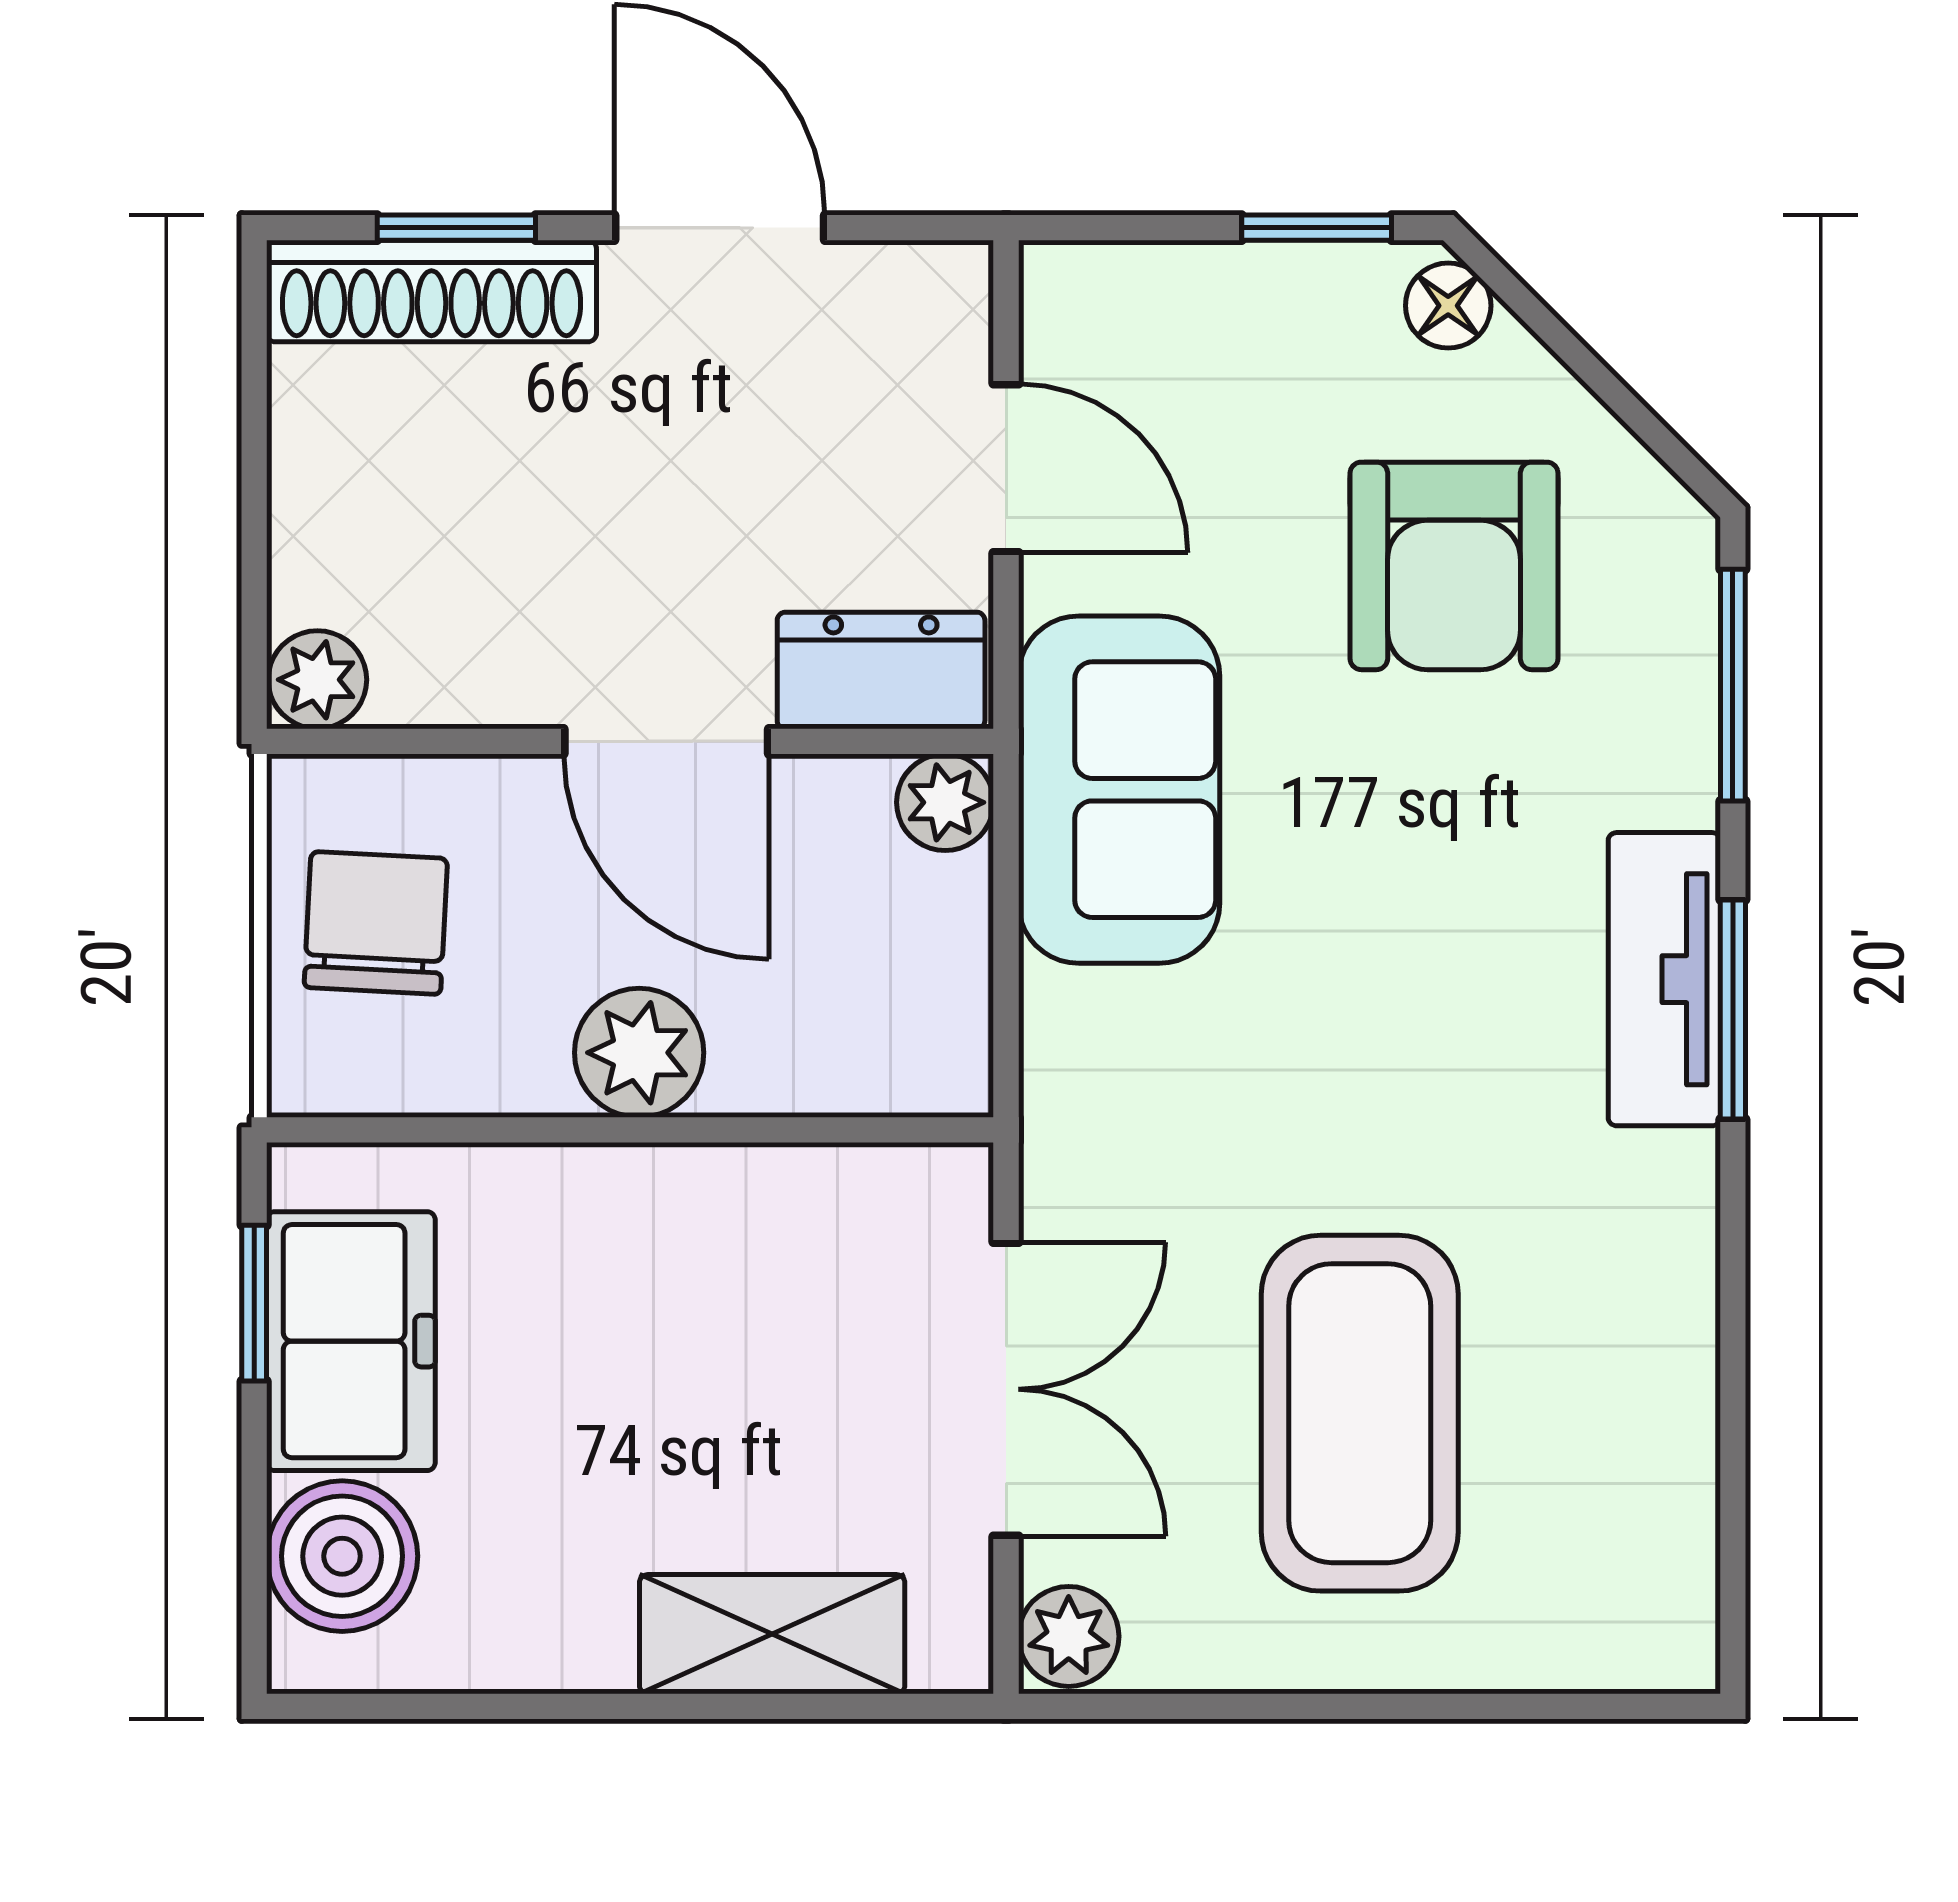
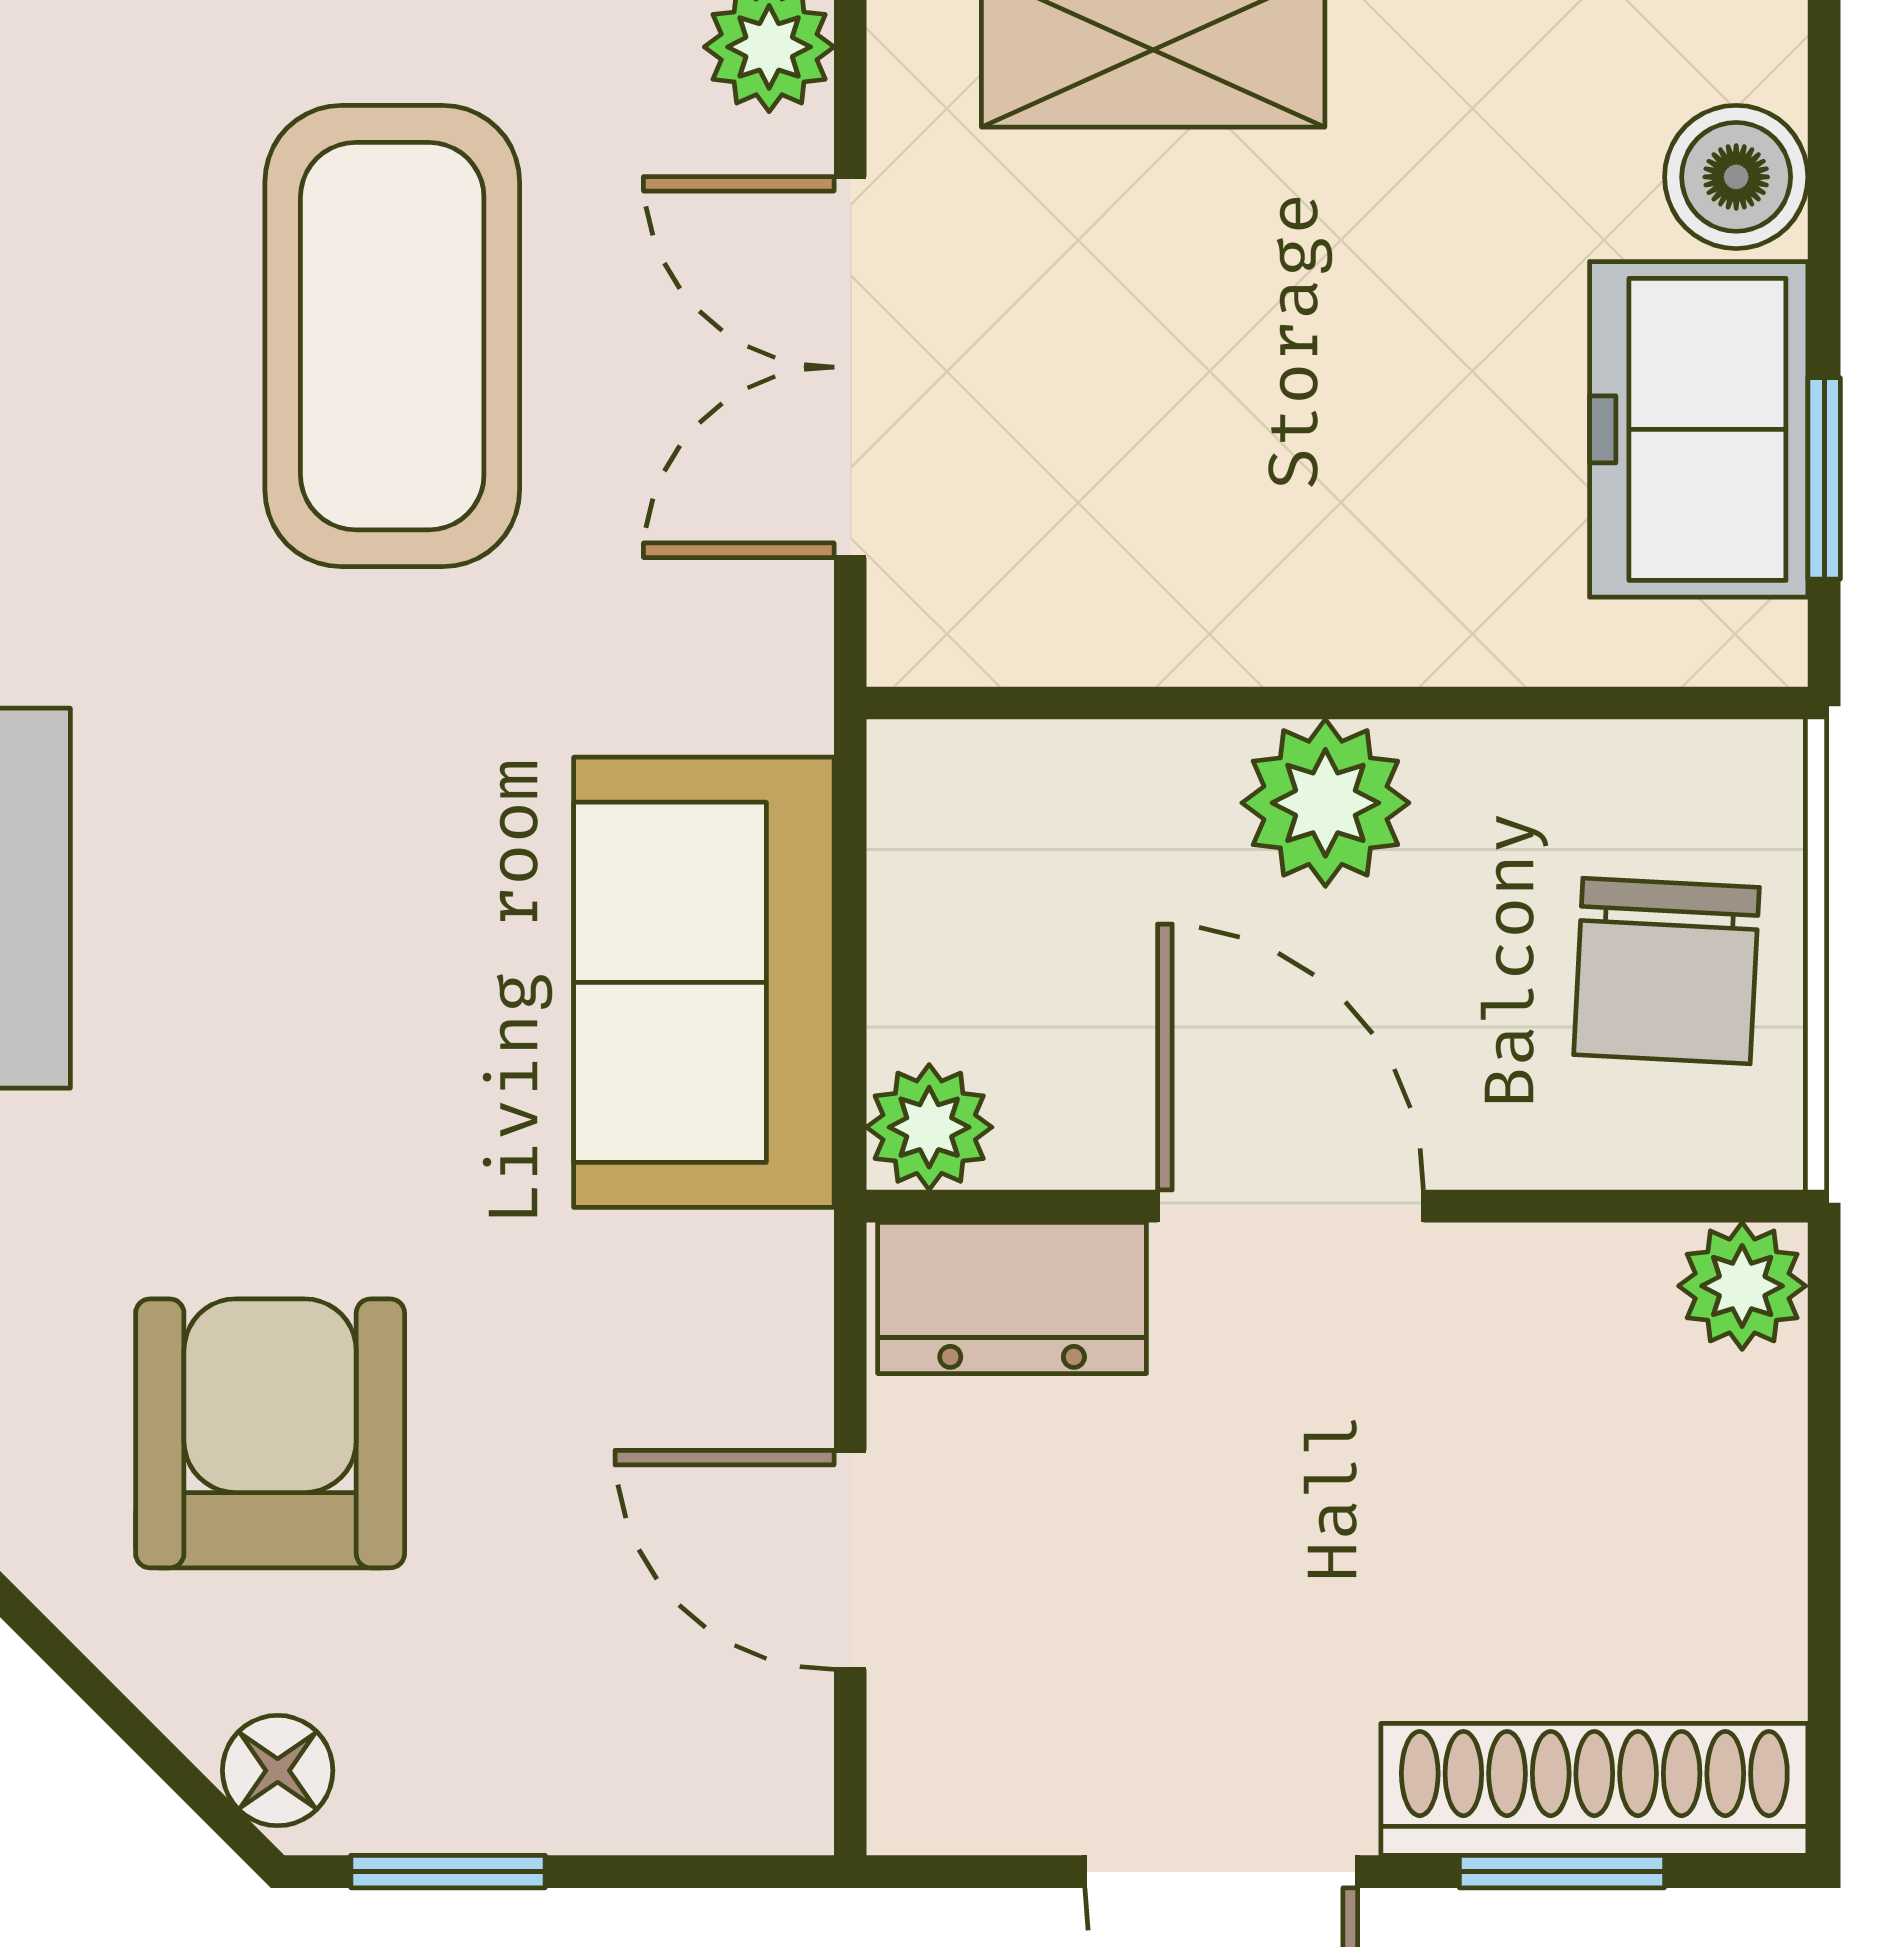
sofa: (1119, 790) -> (704, 982), moved
boiler: (342, 1556) -> (1736, 177), width x0.73, depth x0.73

